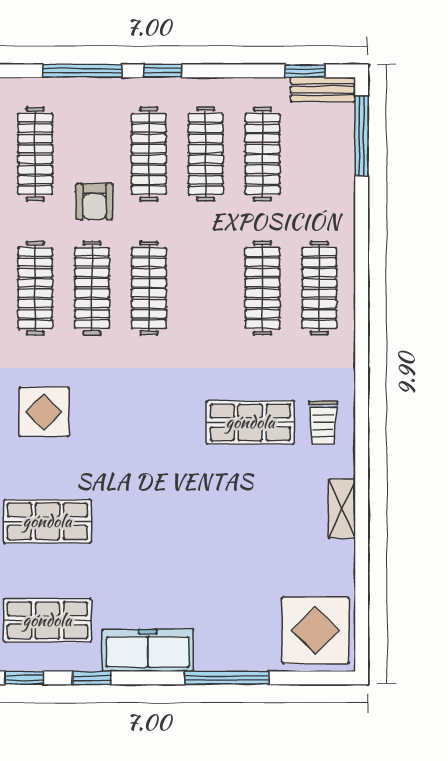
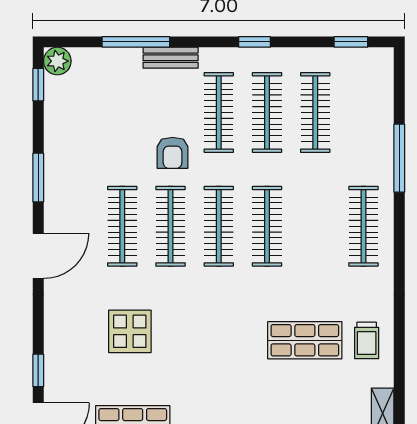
window: (82, 71) -> (136, 42), moved
window: (163, 71) -> (255, 42), moved
bench: (323, 90) -> (171, 58), moved
window: (362, 136) -> (399, 158), moved
clothes rail: (35, 154) -> (122, 112), removed
clothes rail: (262, 288) -> (267, 226), moved

